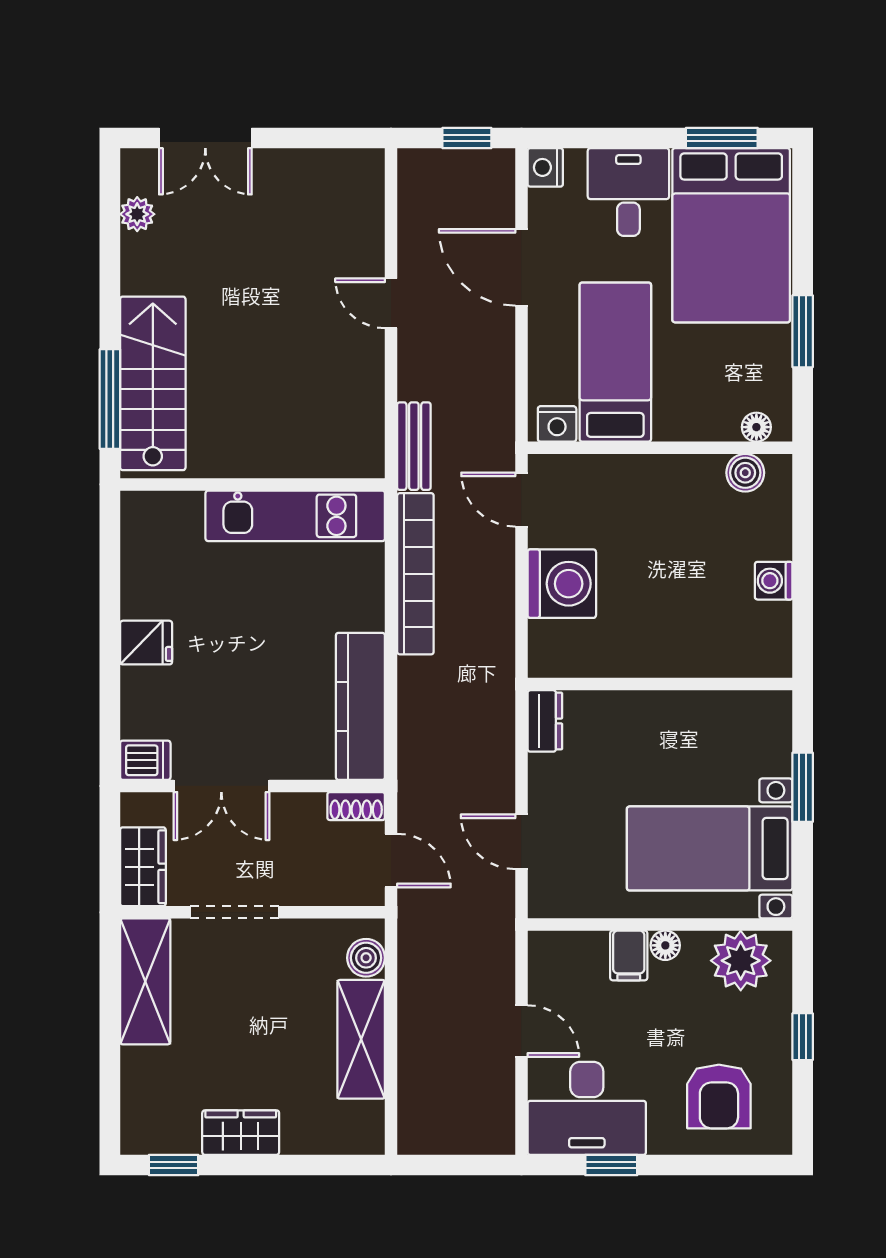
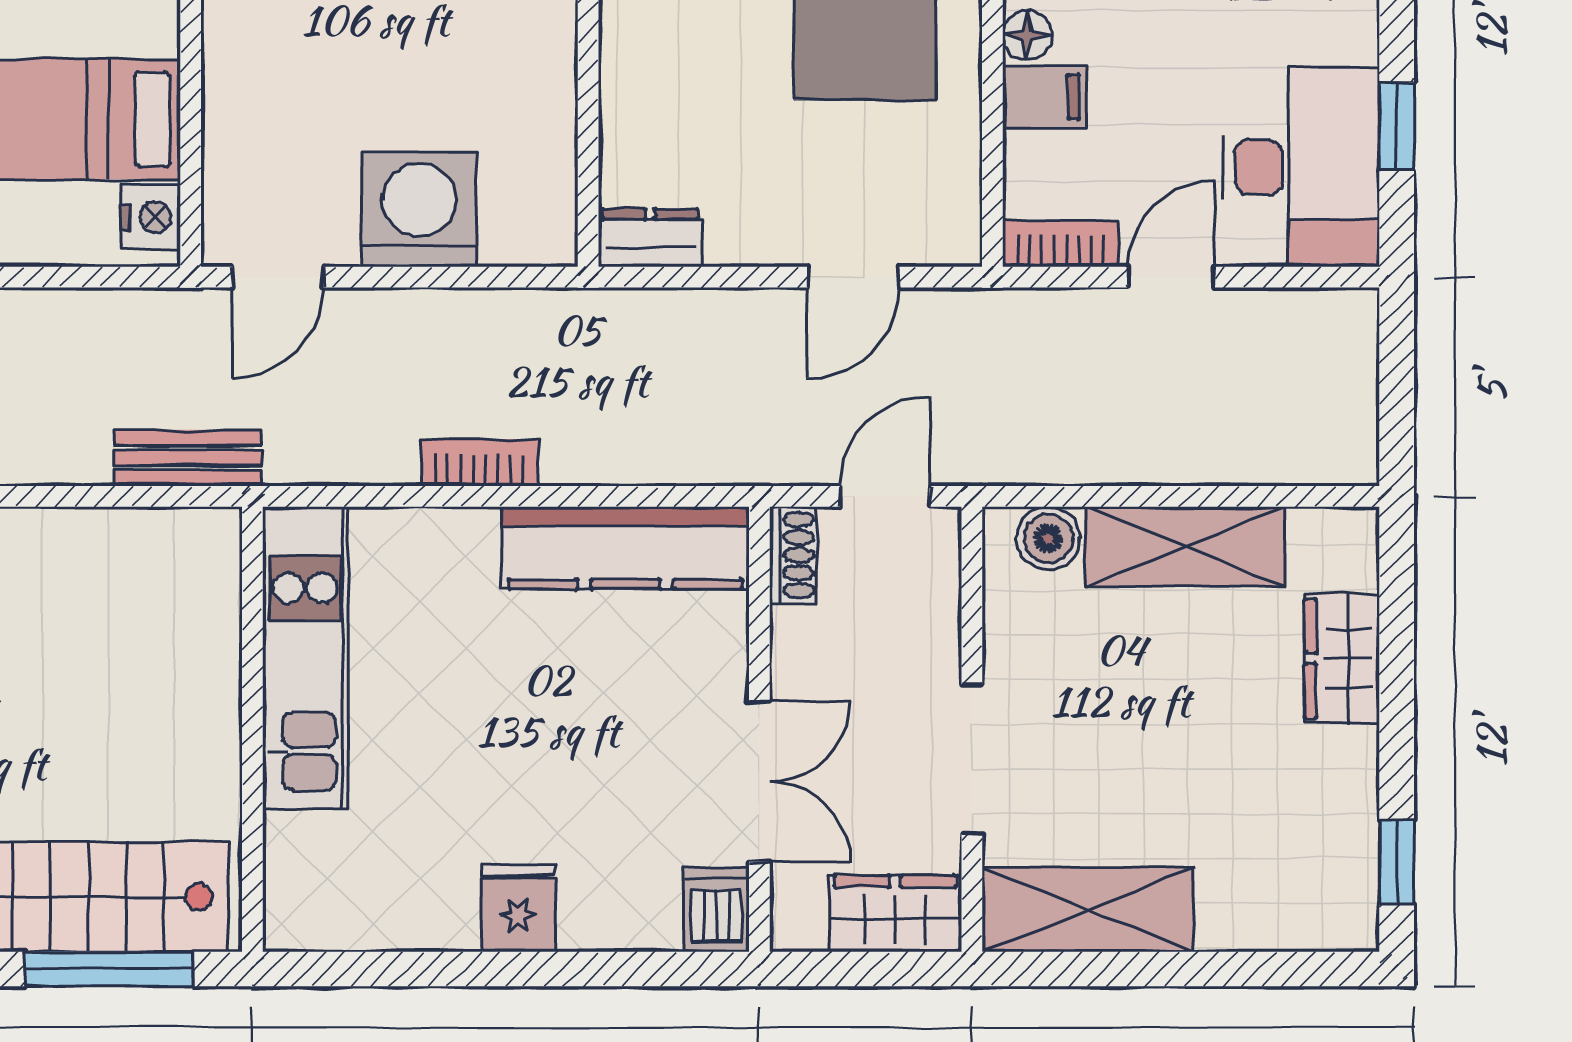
bookcase: (415, 574) -> (479, 463), width x0.43, depth x0.76
bookcase: (541, 965) -> (1060, 244), added
wardrobe: (241, 1133) -> (1342, 658), moved

